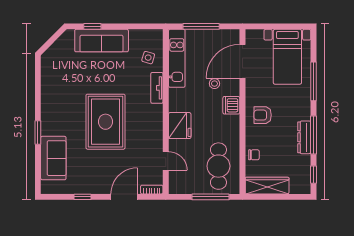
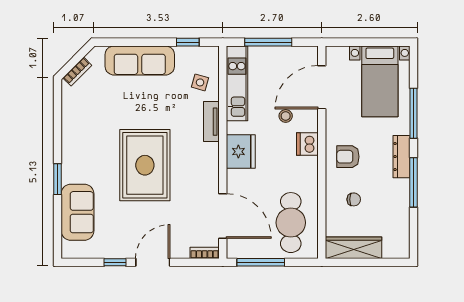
window: (92, 26) -> (188, 42), moved
bookcase: (53, 49) -> (77, 72), added
fridge: (180, 126) -> (241, 152), moved
dresser: (304, 137) -> (402, 157), moved
chair: (254, 155) -> (354, 199), moved
door: (166, 161) -> (223, 216), width x1.88
window: (313, 175) -> (414, 233), removed
door: (124, 197) -> (153, 262), moved
window: (211, 197) -> (261, 262), moved

